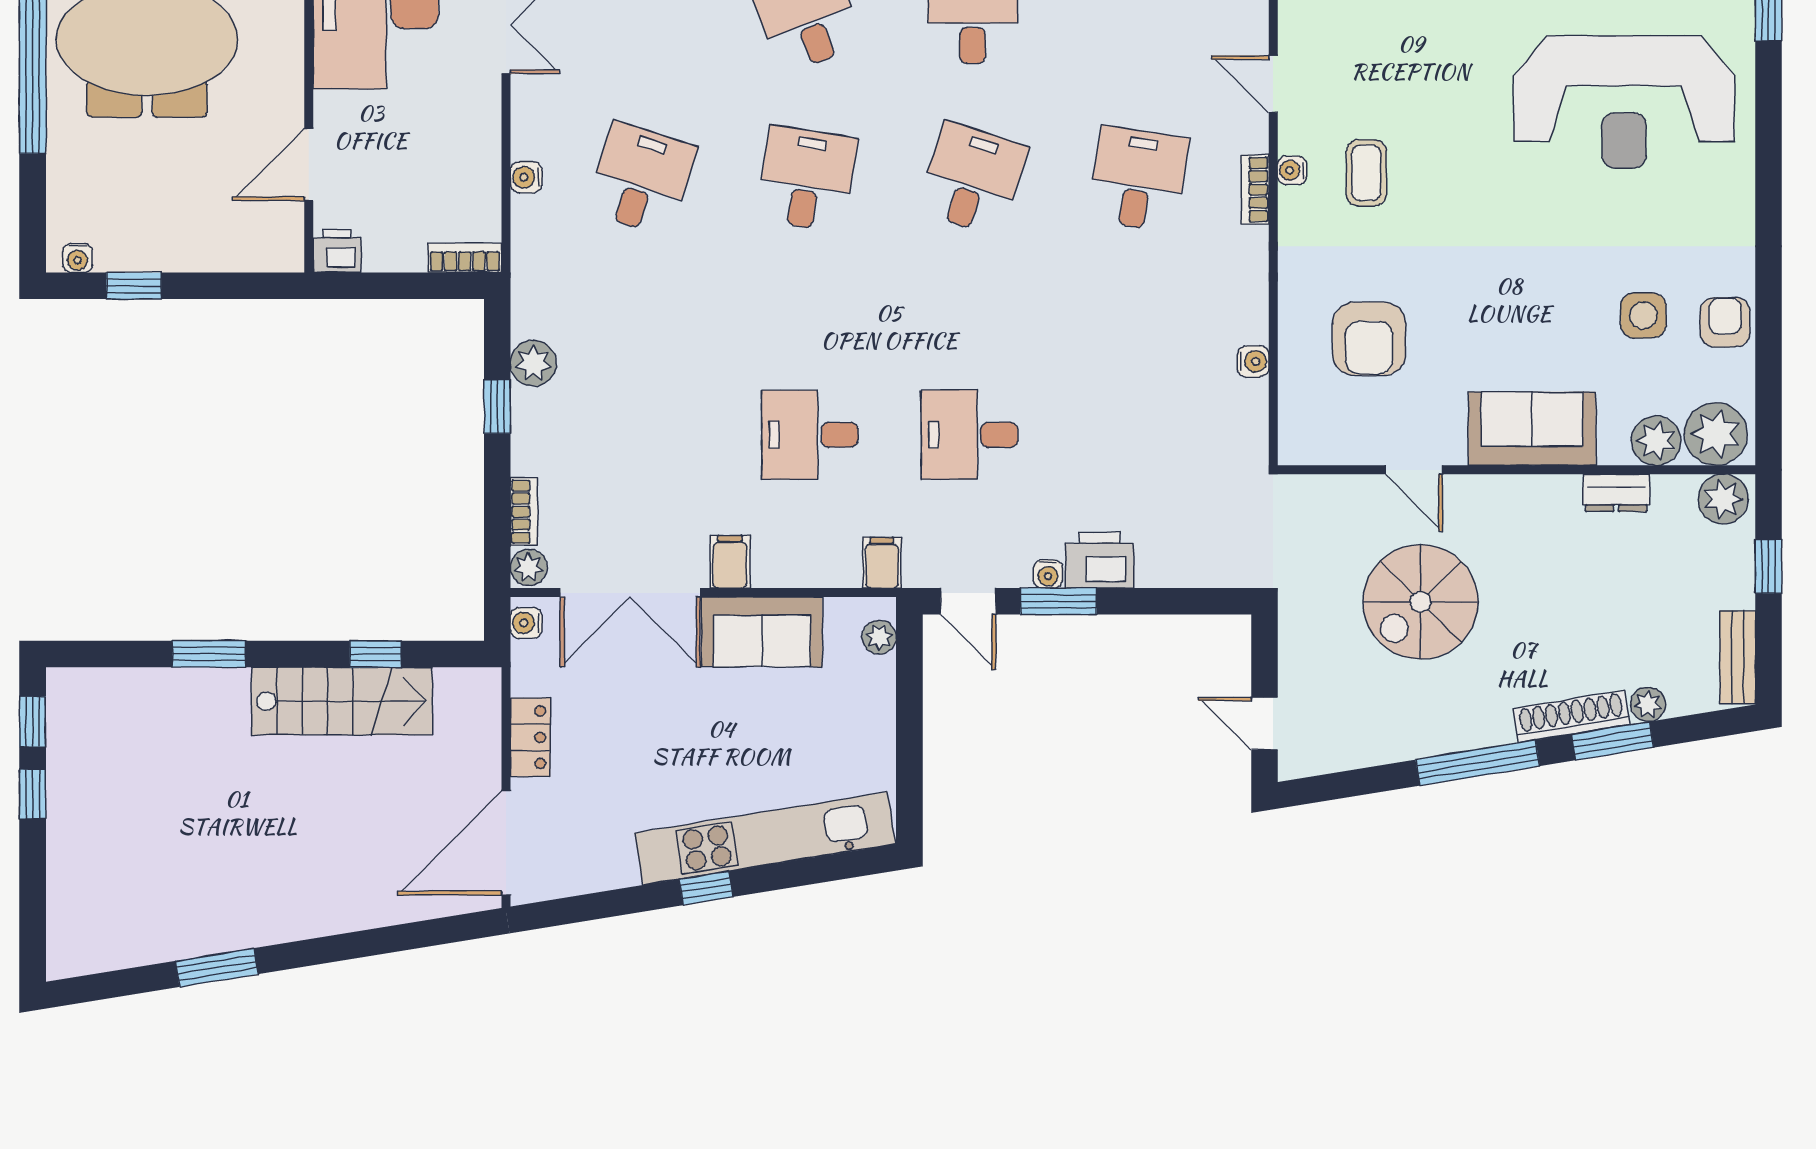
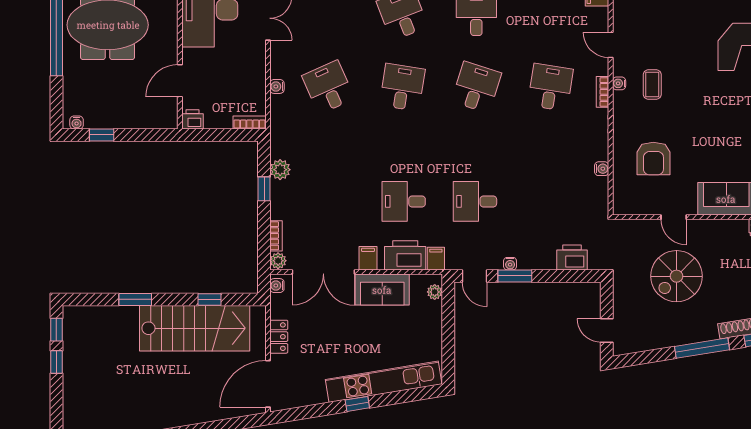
desk: (641, 179) -> (328, 87), turned -42
printer: (813, 555) -> (405, 255), added
printer: (1100, 560) -> (572, 258), moved
stairs: (342, 701) -> (195, 328), width x1.36, depth x1.51

